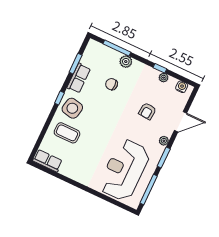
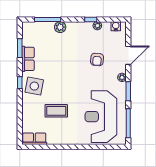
chair: (112, 84) -> (57, 51), removed
coffee table: (67, 133) -> (56, 111), moved

